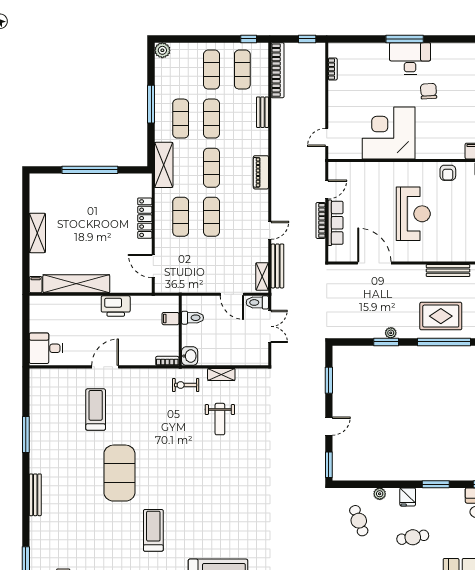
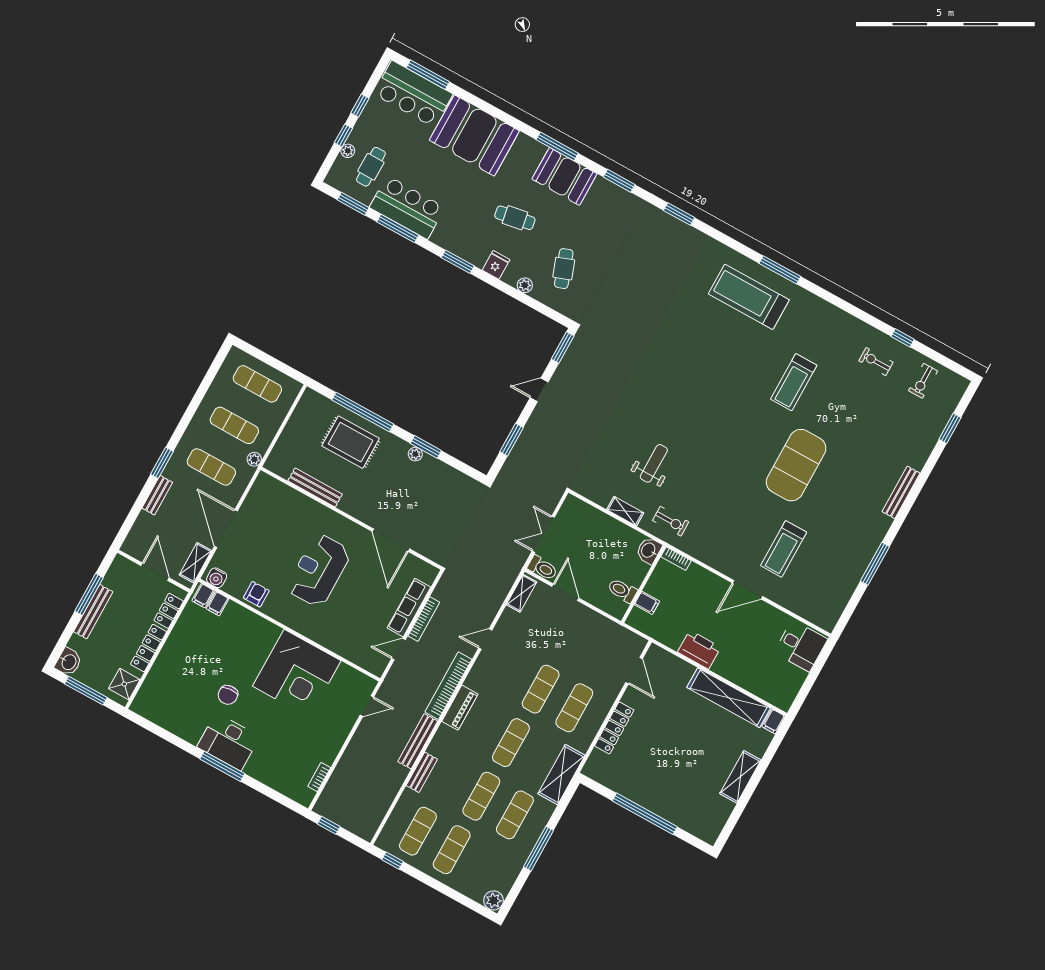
bookcase: (278, 70) -> (448, 686), moved
bench: (277, 266) -> (418, 741), moved

